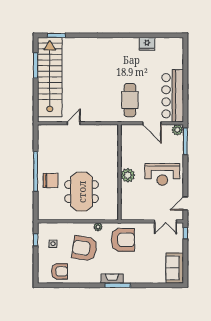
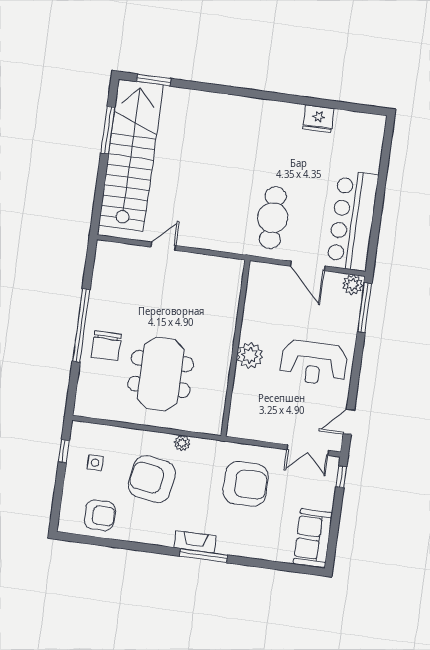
chair: (51, 180) -> (106, 346), turned 90
armchair: (123, 240) -> (246, 484), moved

